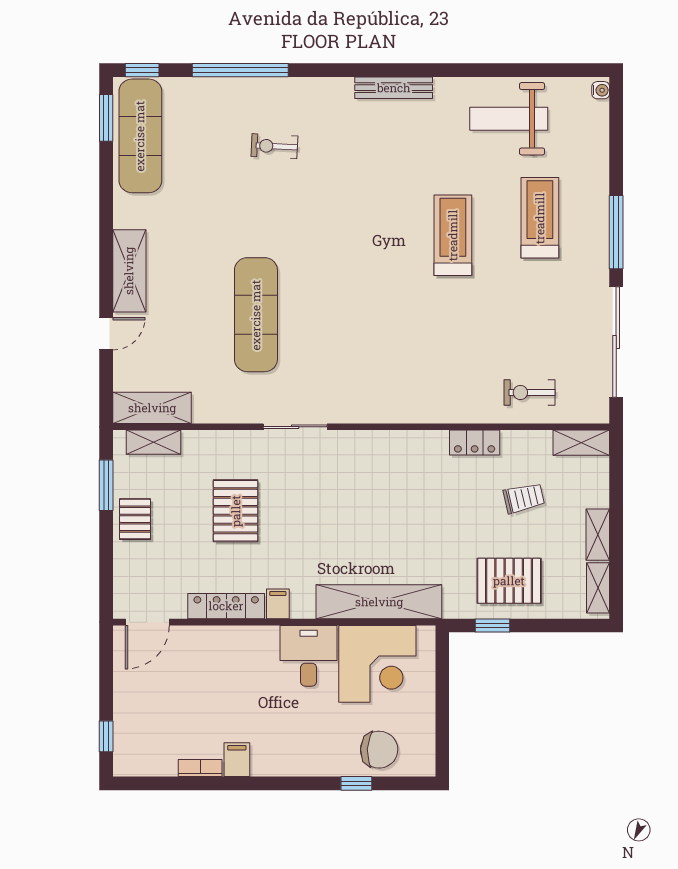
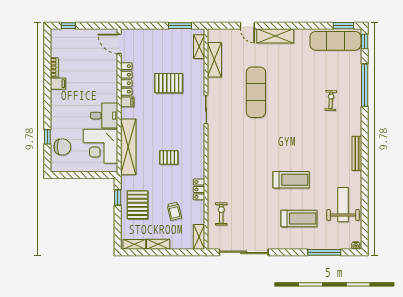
window: (616, 232) -> (324, 252), moved
exercise mat: (256, 315) -> (256, 92), turned 90
shelving: (152, 408) -> (214, 60), moved
pallet: (135, 519) -> (169, 157), moved
chair: (379, 750) -> (62, 147), turned -93

